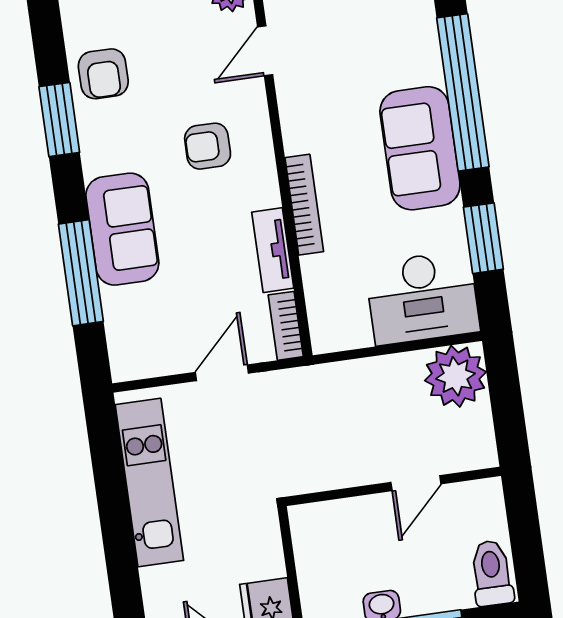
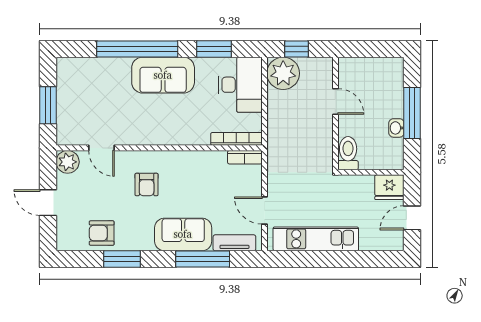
armchair: (103, 74) -> (102, 233), turned 180
bookcase: (304, 205) -> (236, 139), moved
tv unit: (273, 250) -> (234, 243), moved, turned 180
door: (222, 373) -> (264, 211), moved
window: (505, 395) -> (297, 49), added
toilet: (492, 573) -> (348, 153), moved, turned 90

